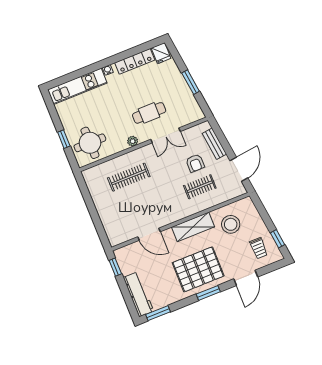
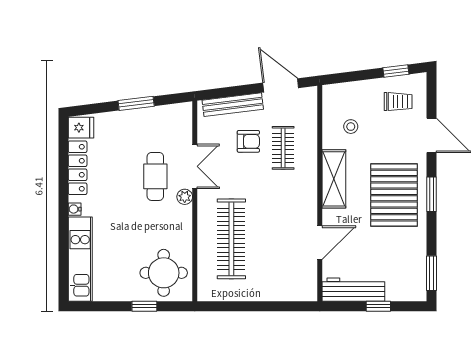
plant: (133, 141) -> (185, 197), moved
bench: (214, 144) -> (233, 105), width x1.36
clothes rail: (129, 177) -> (231, 239), width x1.37, depth x1.31
stool: (231, 224) -> (351, 127), width x0.53, depth x0.53
window: (115, 267) -> (378, 306), moved
workbench: (139, 294) -> (353, 290), moved

